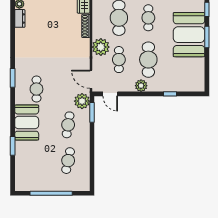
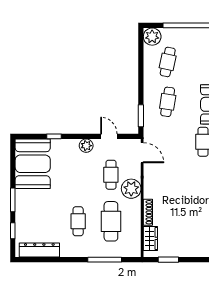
booth: (189, 35) -> (33, 164), moved
cafe table: (148, 60) -> (78, 175), removed
door: (110, 94) -> (109, 136), moved
plant: (82, 101) -> (152, 37), moved

